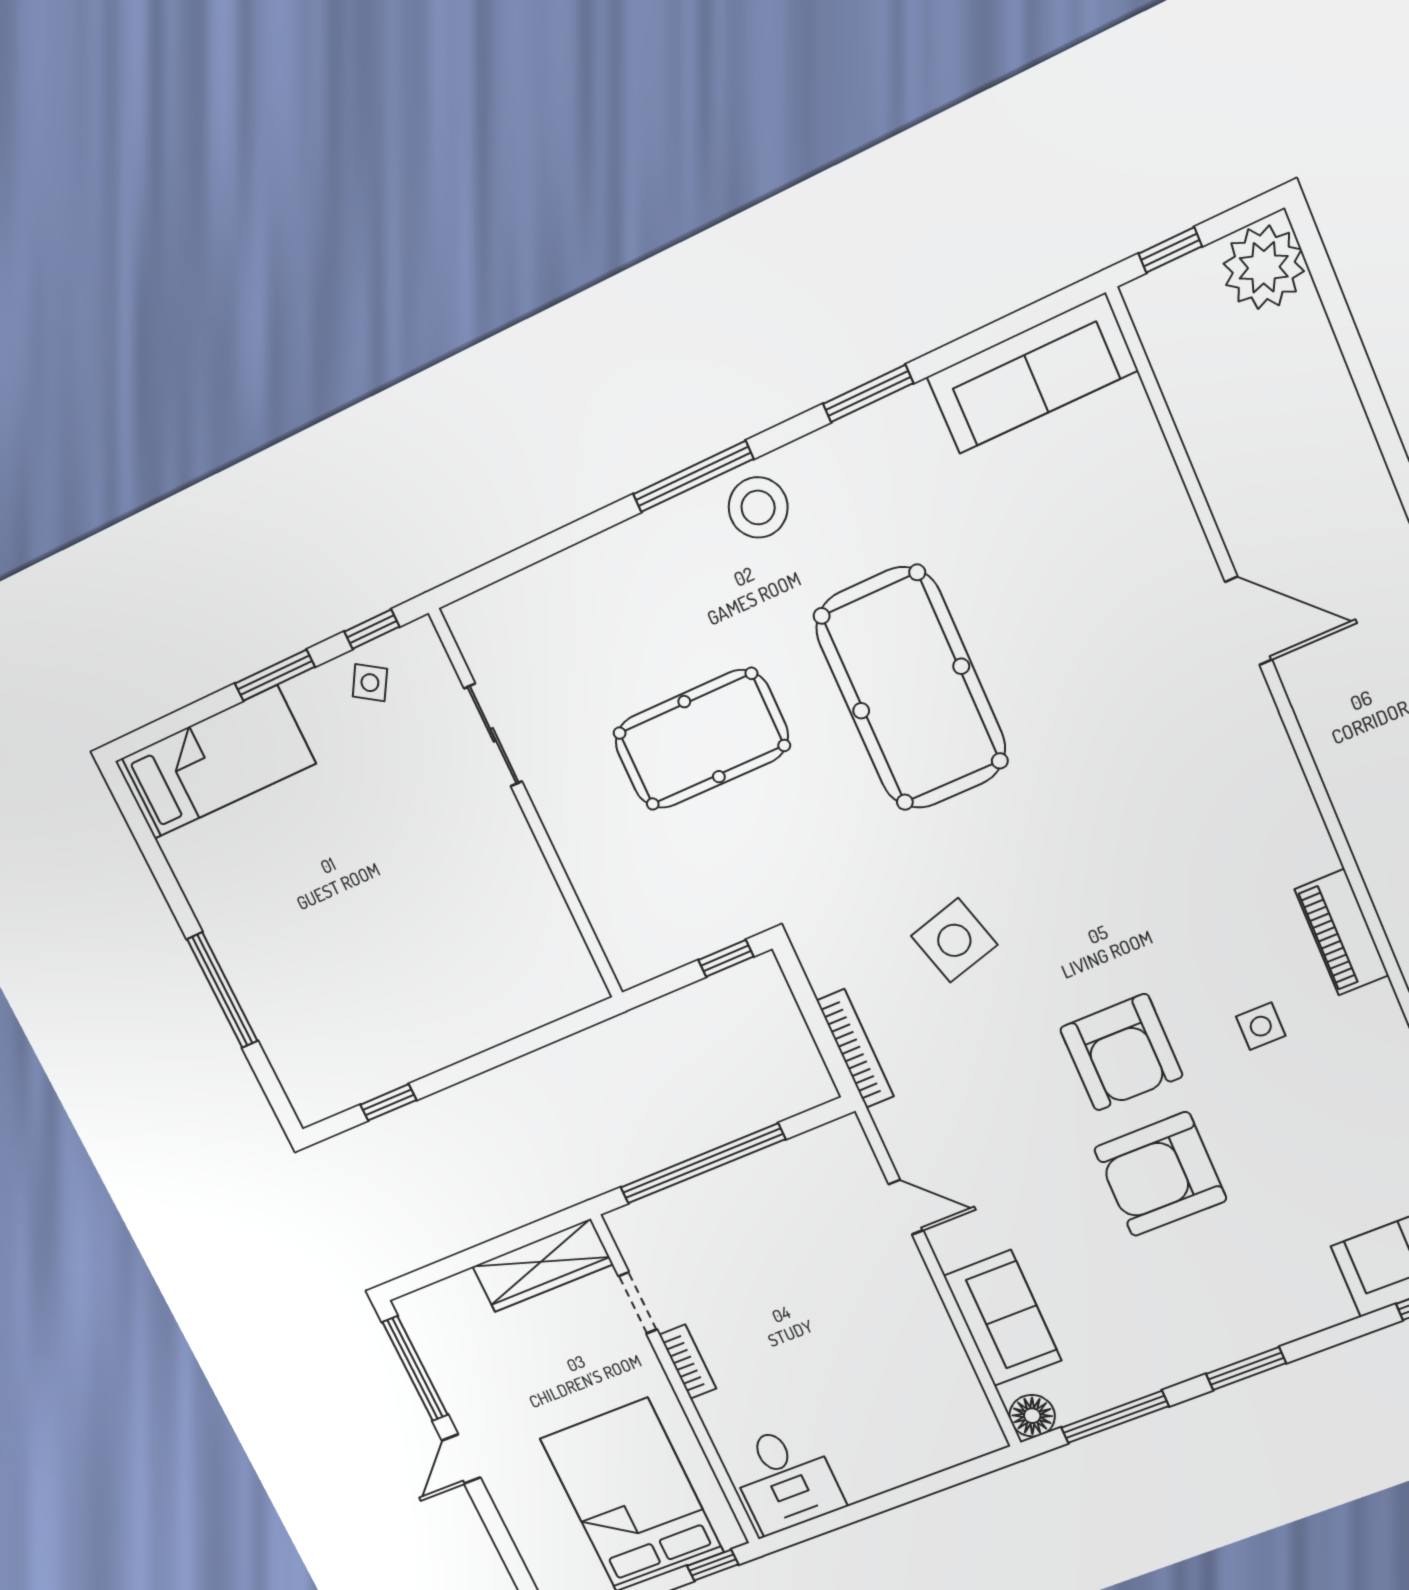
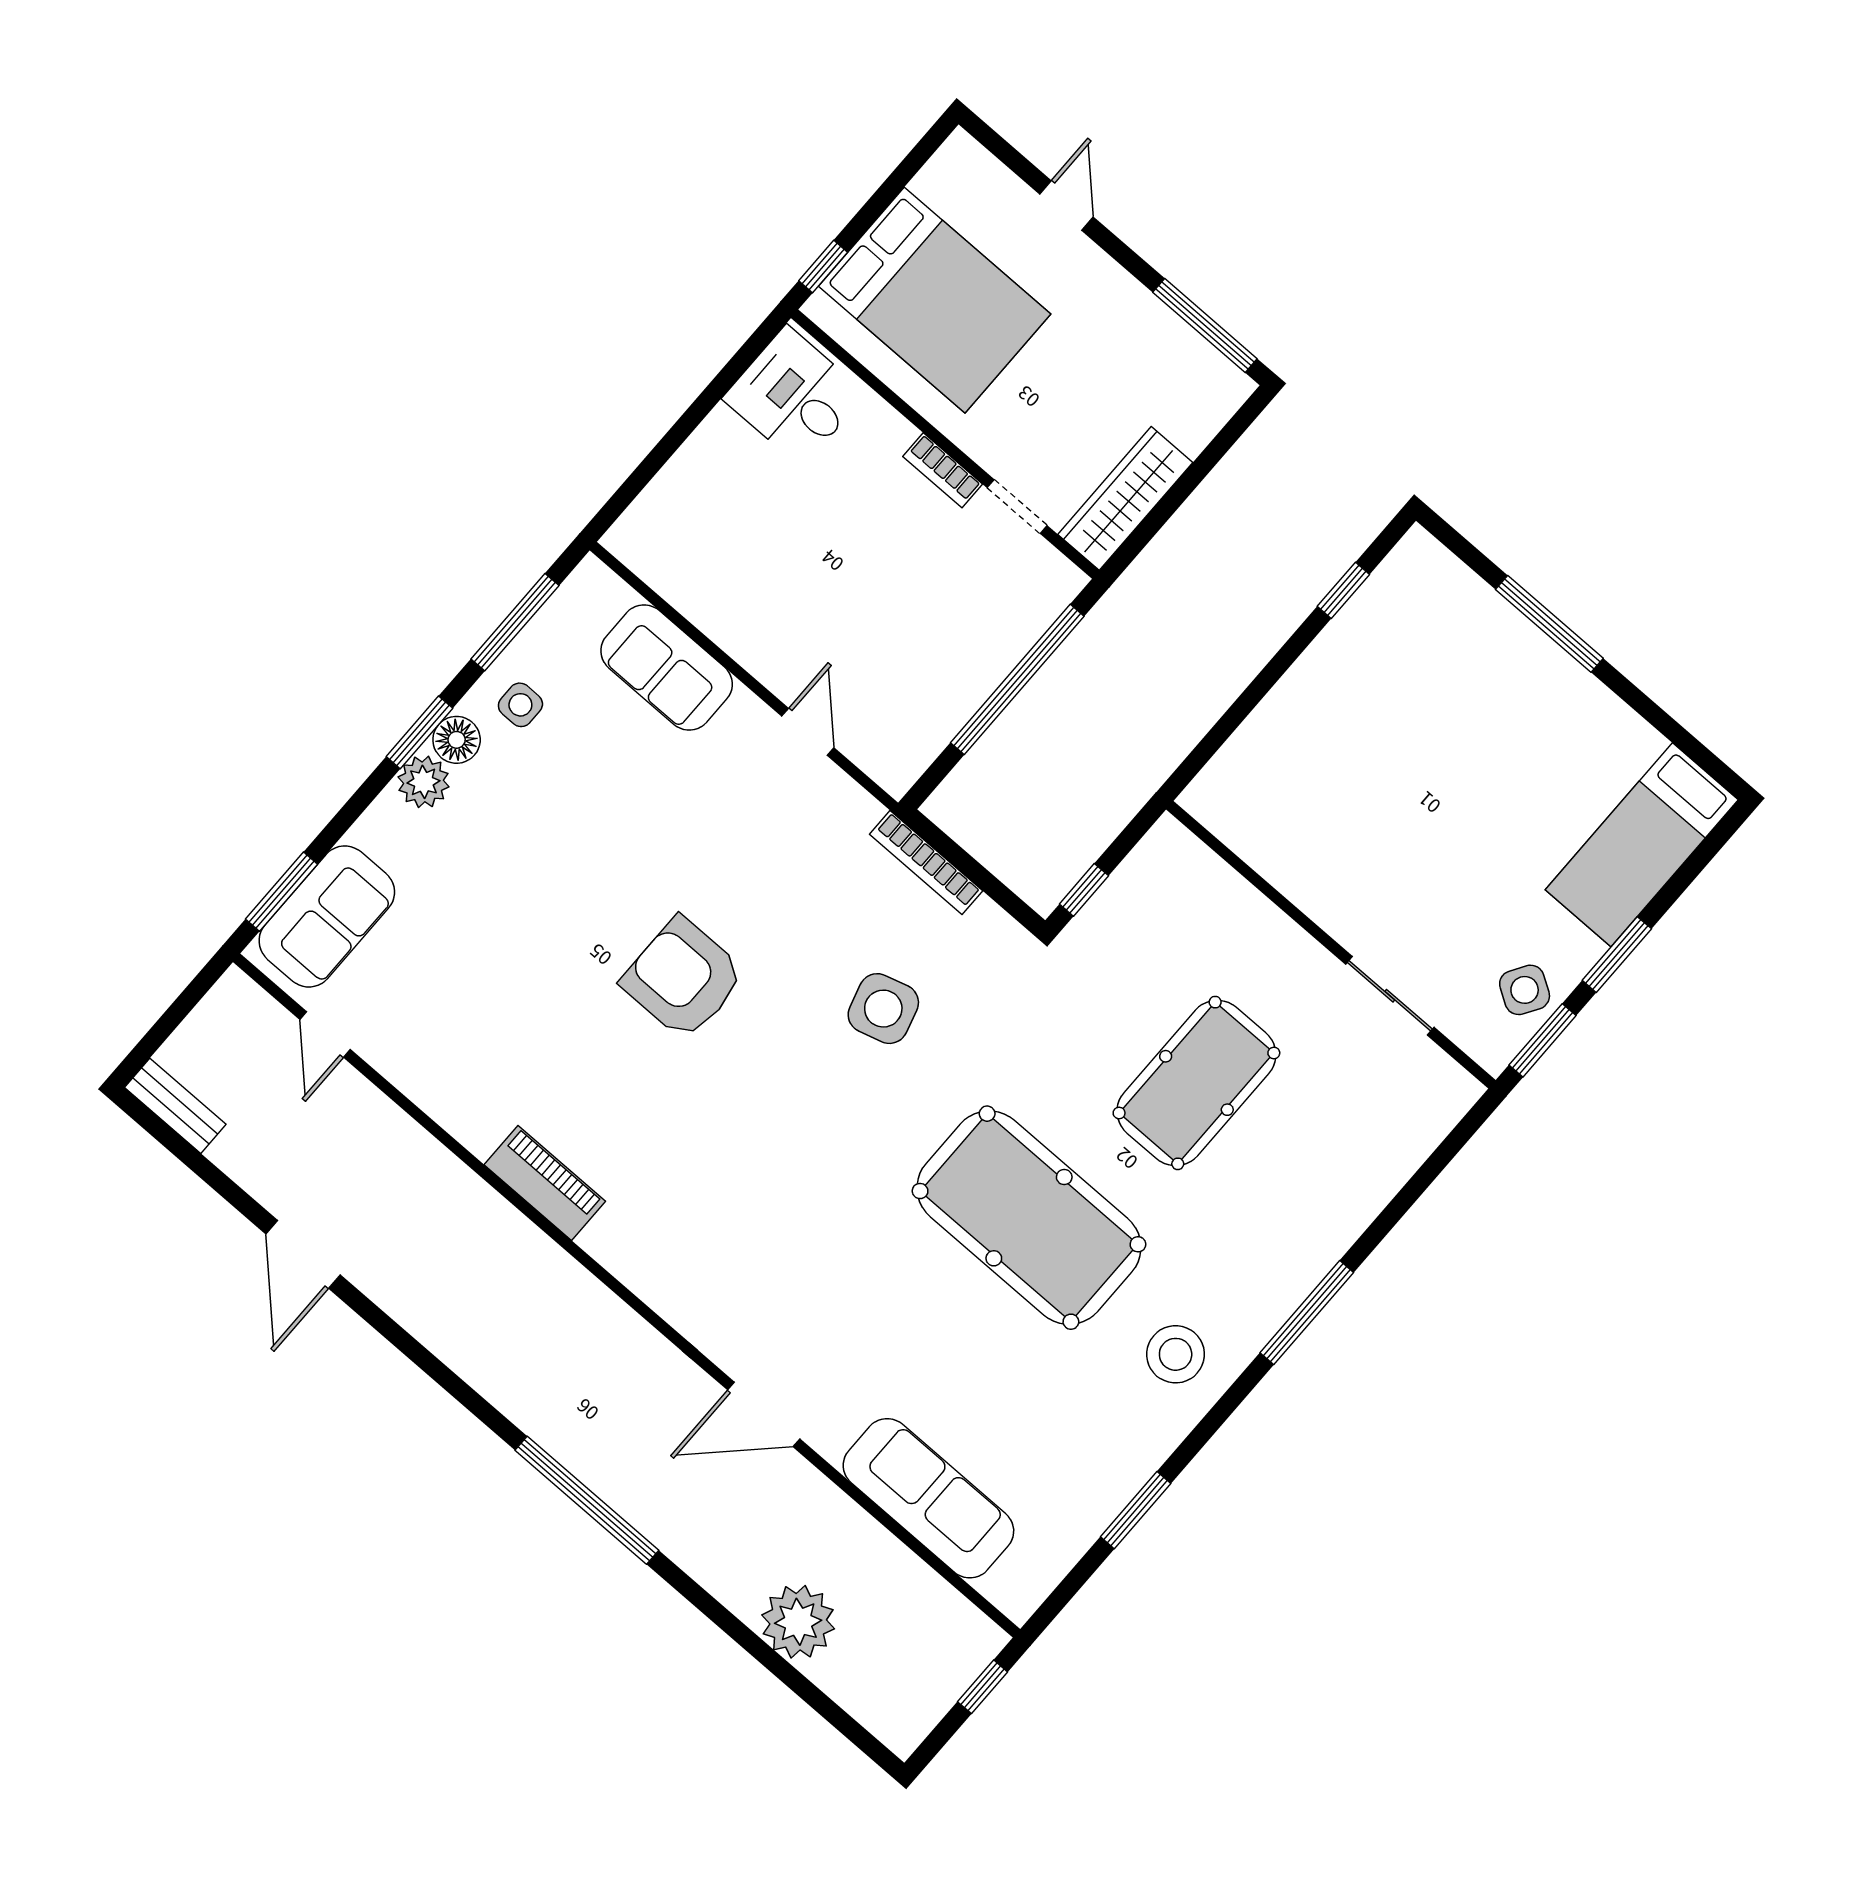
plant: (1264, 267) -> (798, 1622), moved
sofa: (1032, 374) -> (928, 1498), moved, turned 90
window: (868, 393) -> (1136, 1510), moved
stool: (758, 507) -> (1176, 1354), moved
window: (372, 629) -> (1543, 1040), width x1.50
side table: (370, 683) -> (1525, 990), width x1.37, depth x1.37
side table: (1261, 1026) -> (520, 705), moved
armchair: (1160, 1174) -> (591, 881), removed
door: (906, 1207) -> (808, 732), swing flipped
plant: (1265, 1327) -> (424, 782), added
floor lamp: (1032, 1416) -> (457, 740), moved
door: (461, 1459) -> (1066, 205), moved

